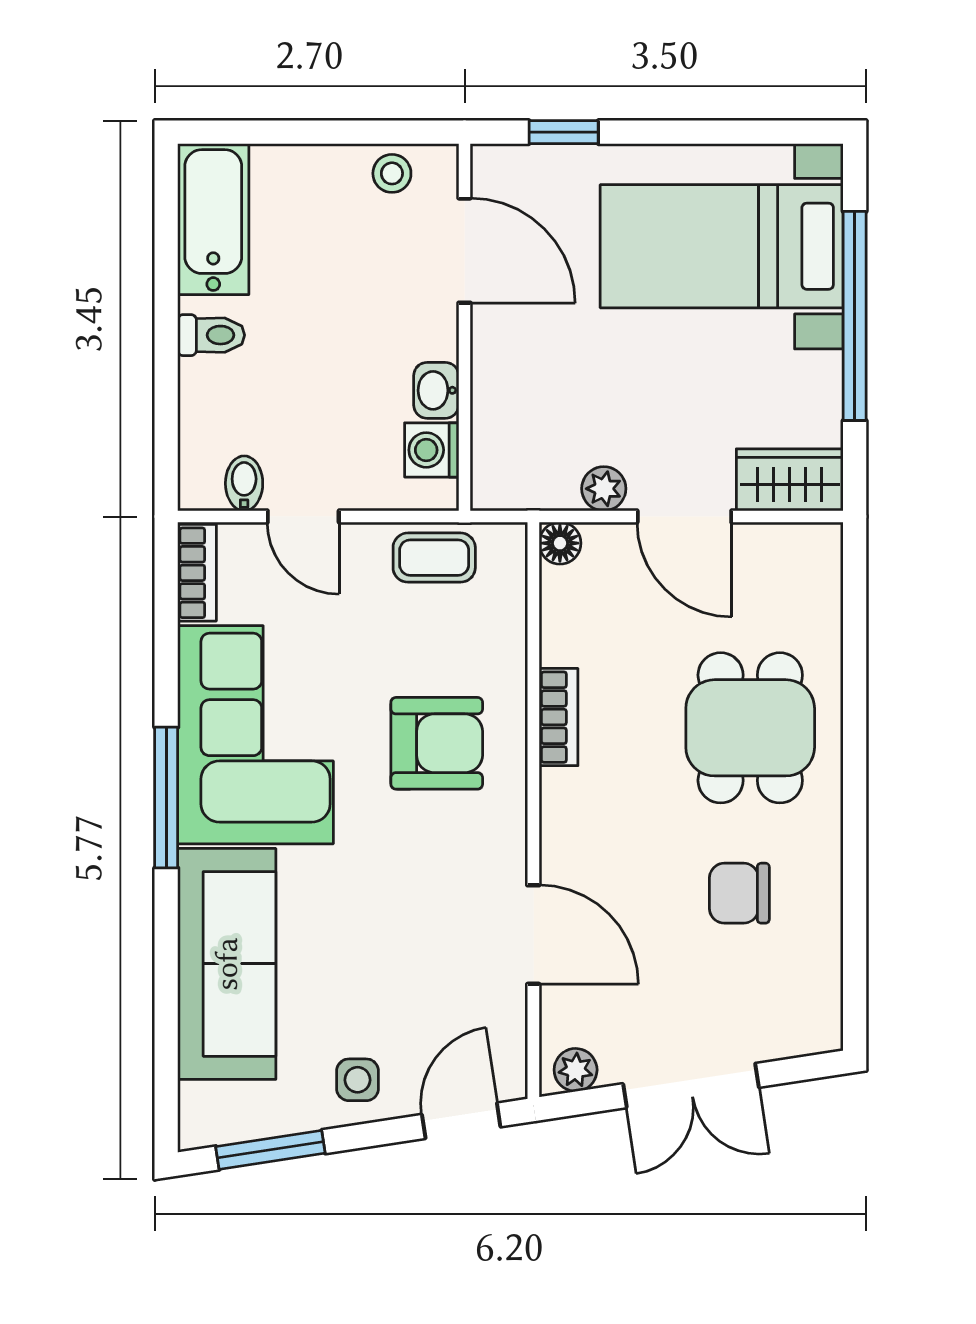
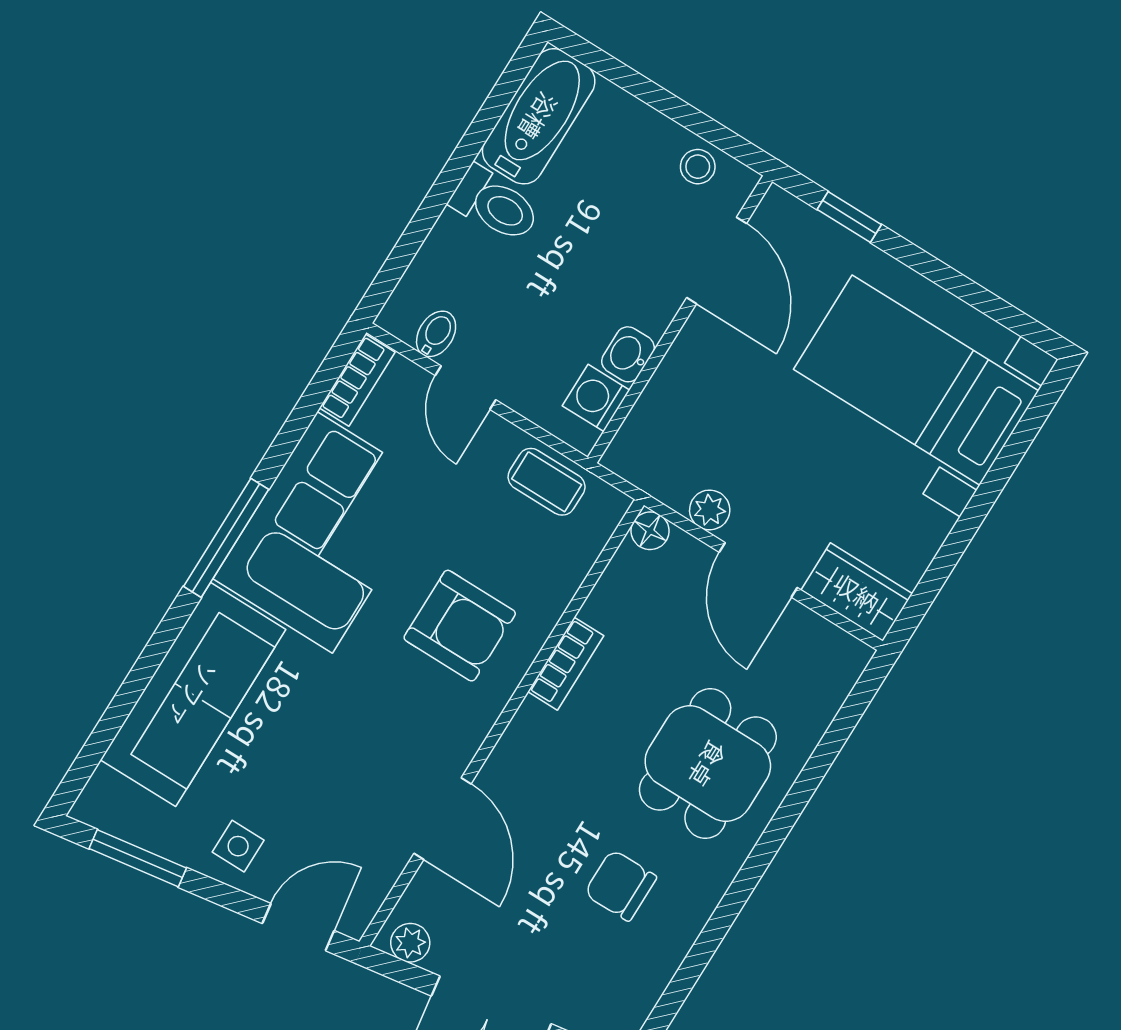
window: (855, 316) -> (985, 497), removed
toilet: (211, 335) -> (495, 205), width x1.37, depth x1.39

